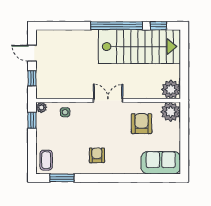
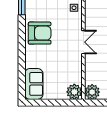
armchair: (141, 124) -> (65, 69), removed
armchair: (97, 155) -> (40, 33), width x1.88, depth x1.88

